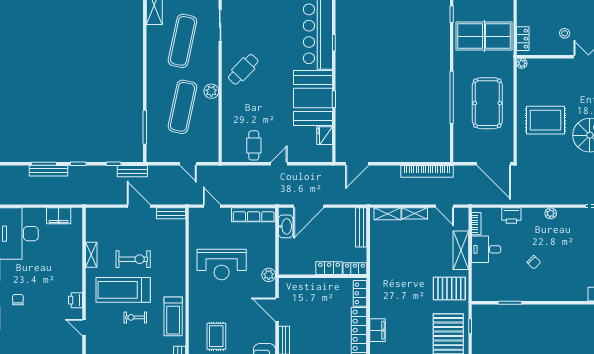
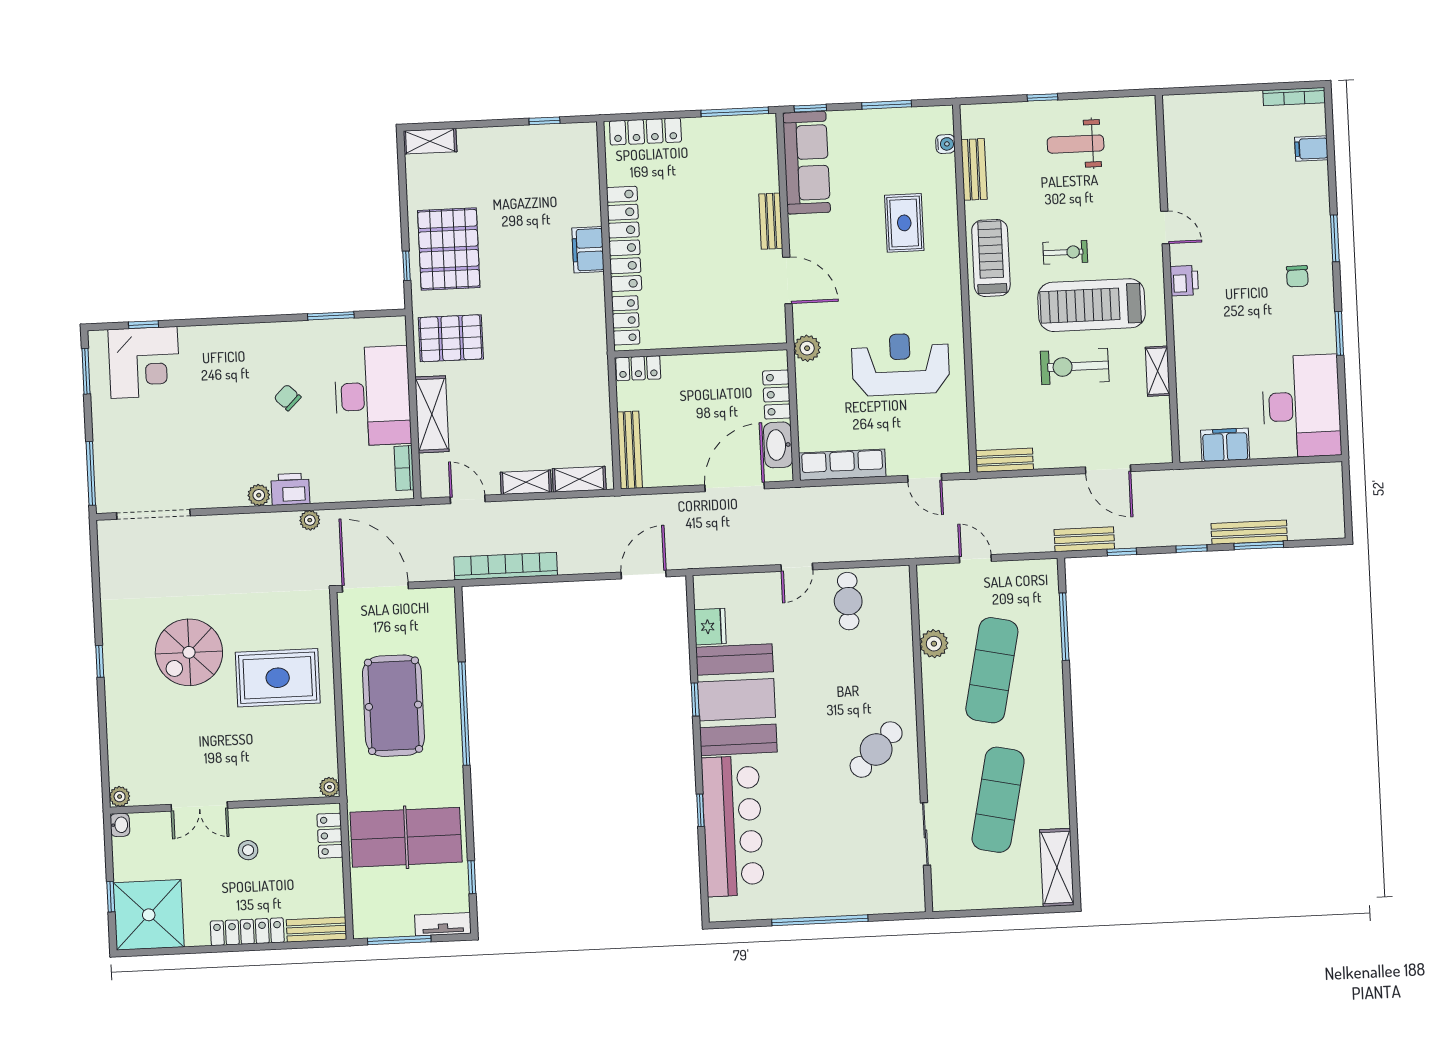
plant: (211, 91) -> (934, 644), moved
plant: (525, 199) -> (310, 520), added
door: (139, 206) -> (1108, 469), moved
printer: (511, 216) -> (290, 489), moved
desk: (486, 249) -> (373, 396), width x1.87, depth x1.30
locker: (329, 268) -> (777, 395), moved, turned 90
treadmill: (123, 290) -> (1092, 305), turned 180

